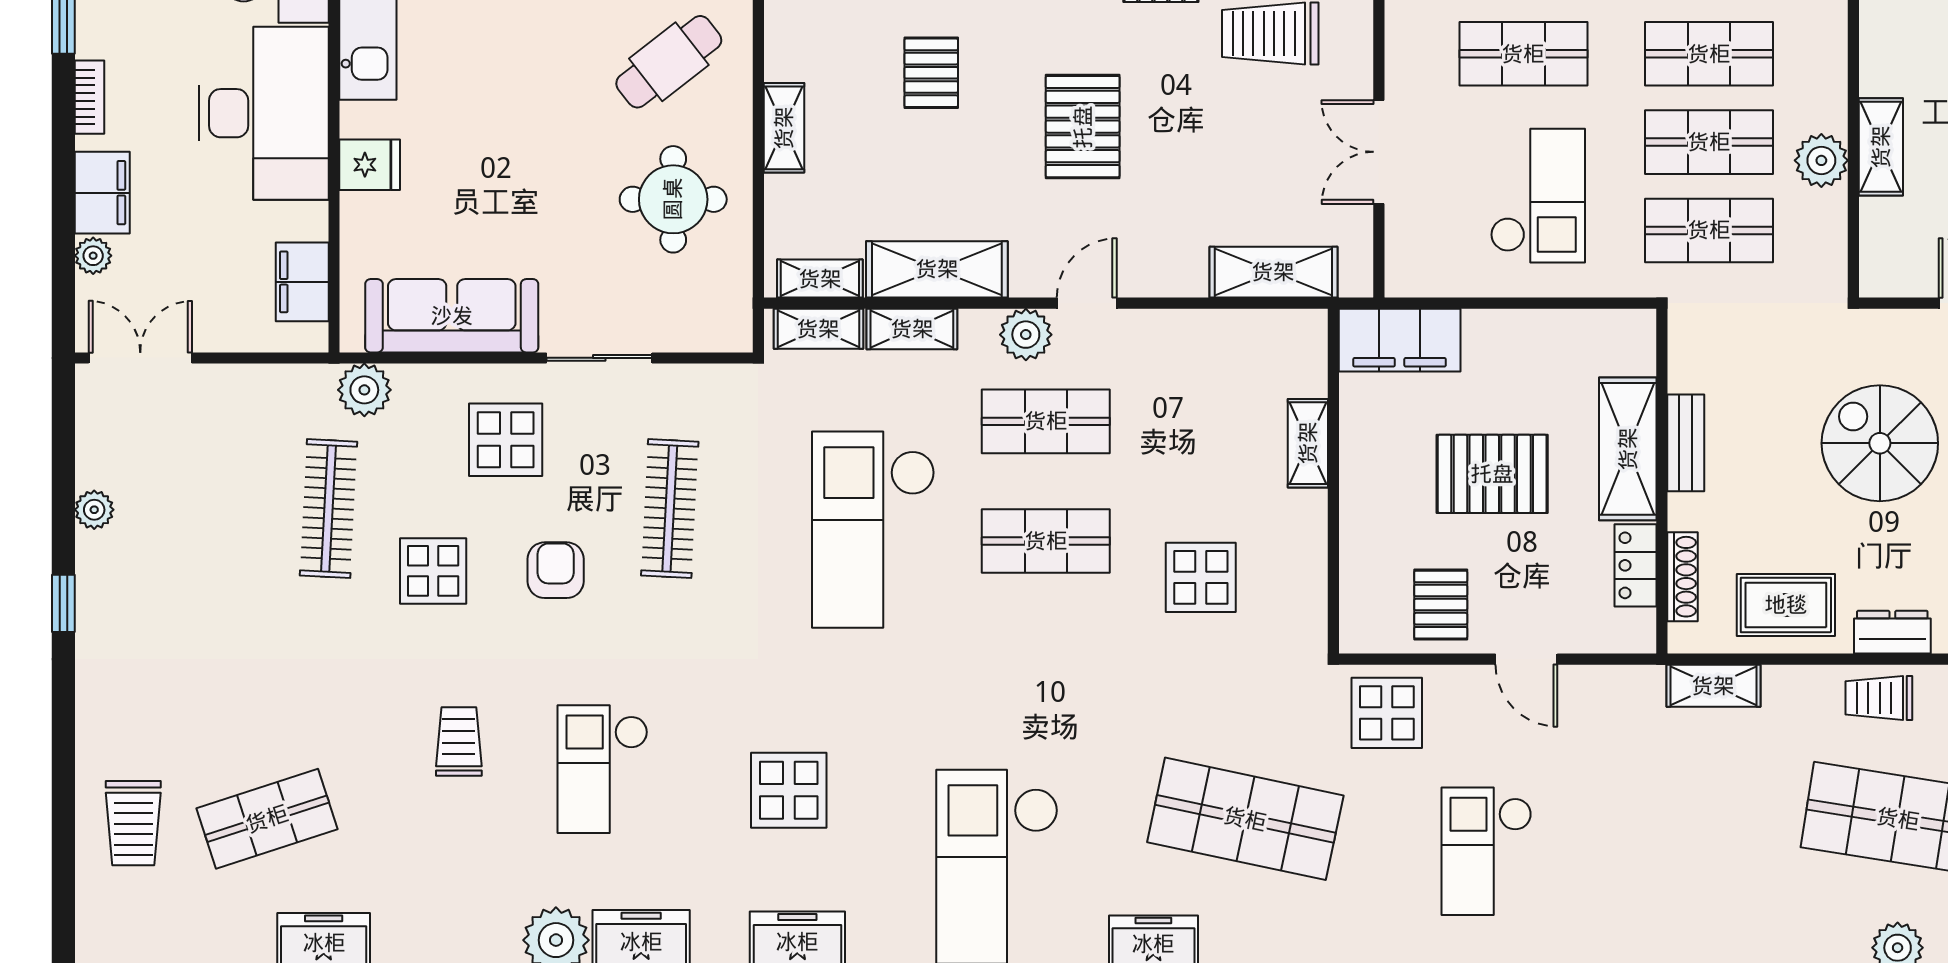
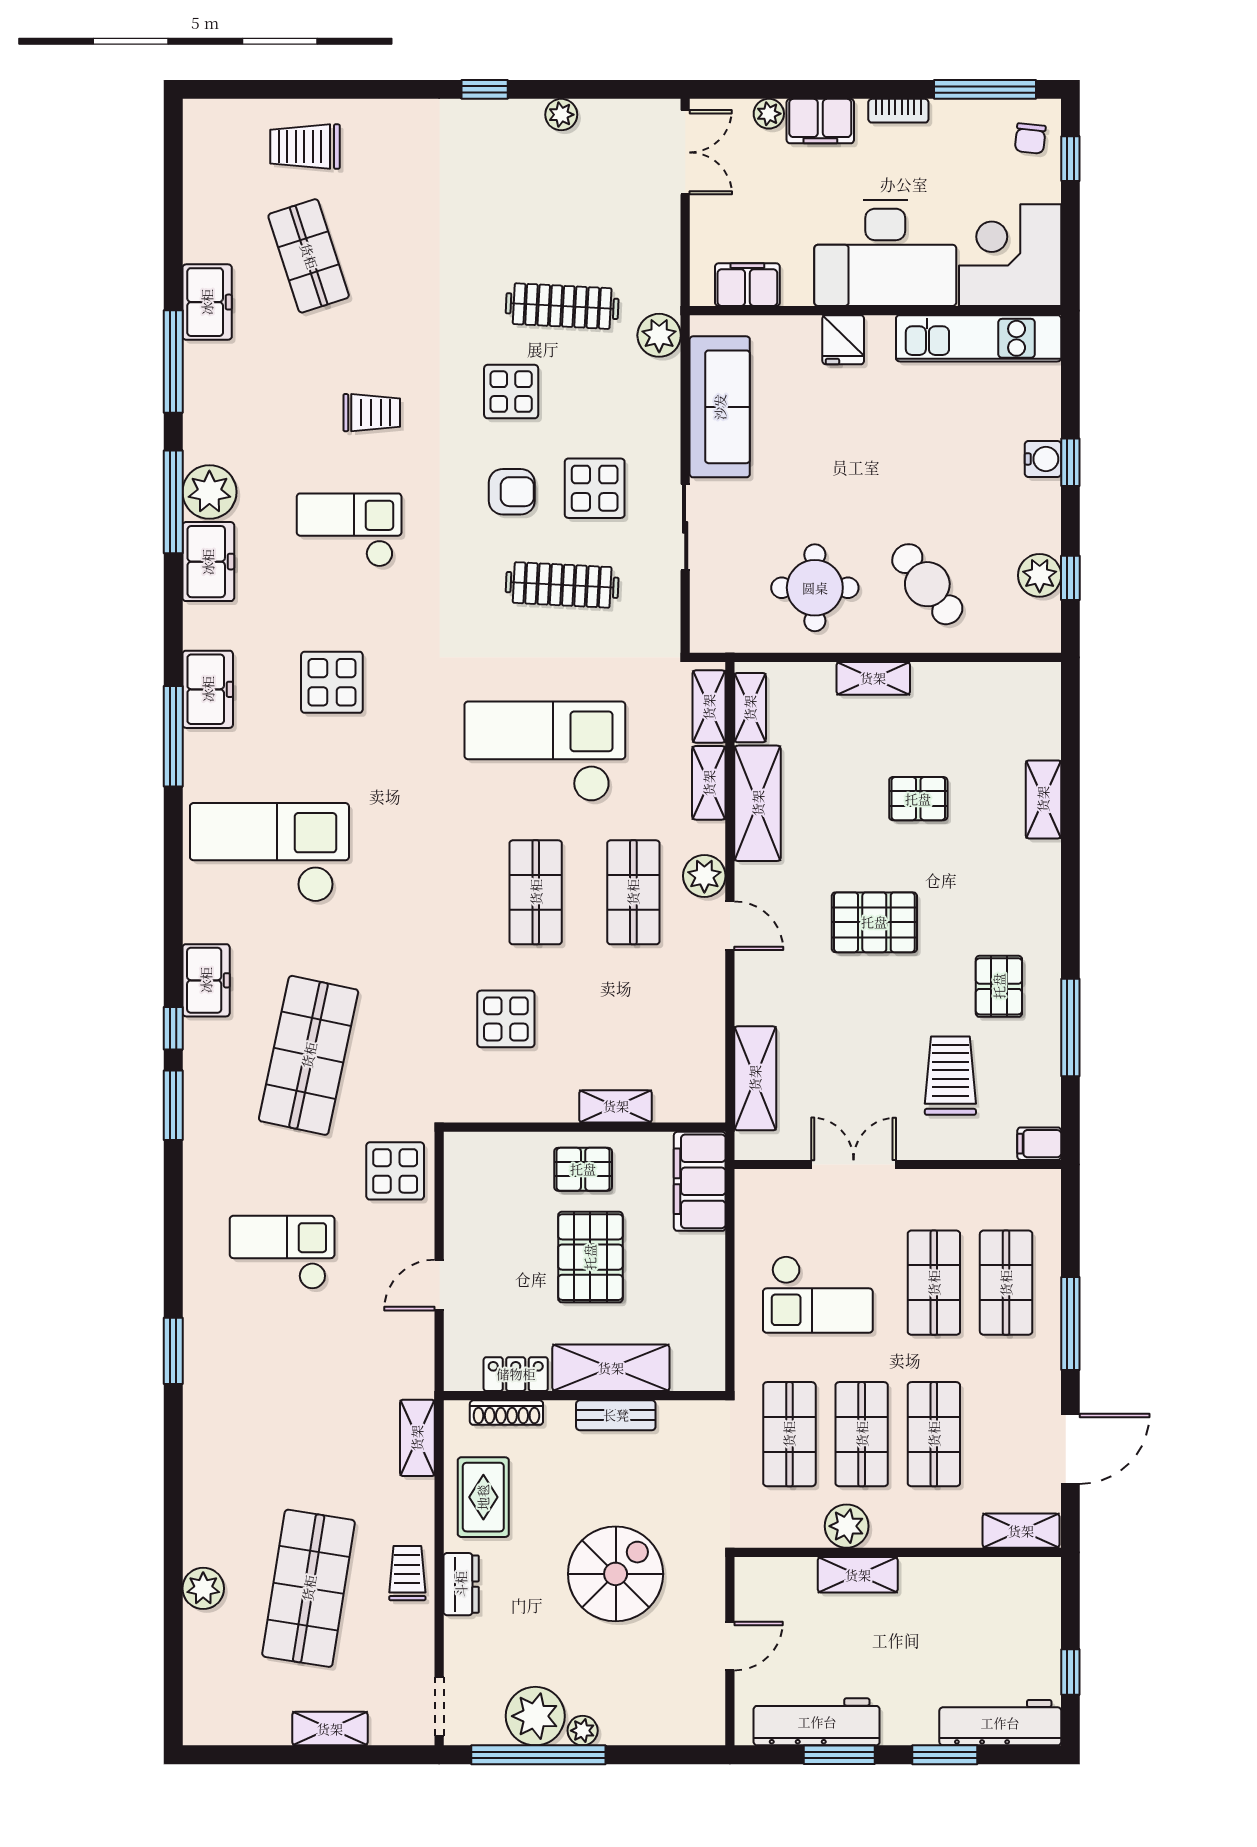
display table: (506, 440) -> (595, 488), moved
pallet: (1441, 605) -> (583, 1169), moved

